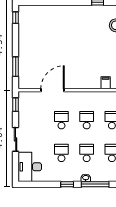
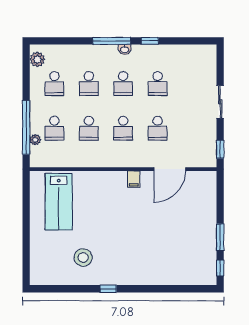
window: (16, 67) -> (220, 237), moved
filing cabinet: (106, 83) -> (134, 179), moved
desk: (30, 167) -> (201, 65), removed

